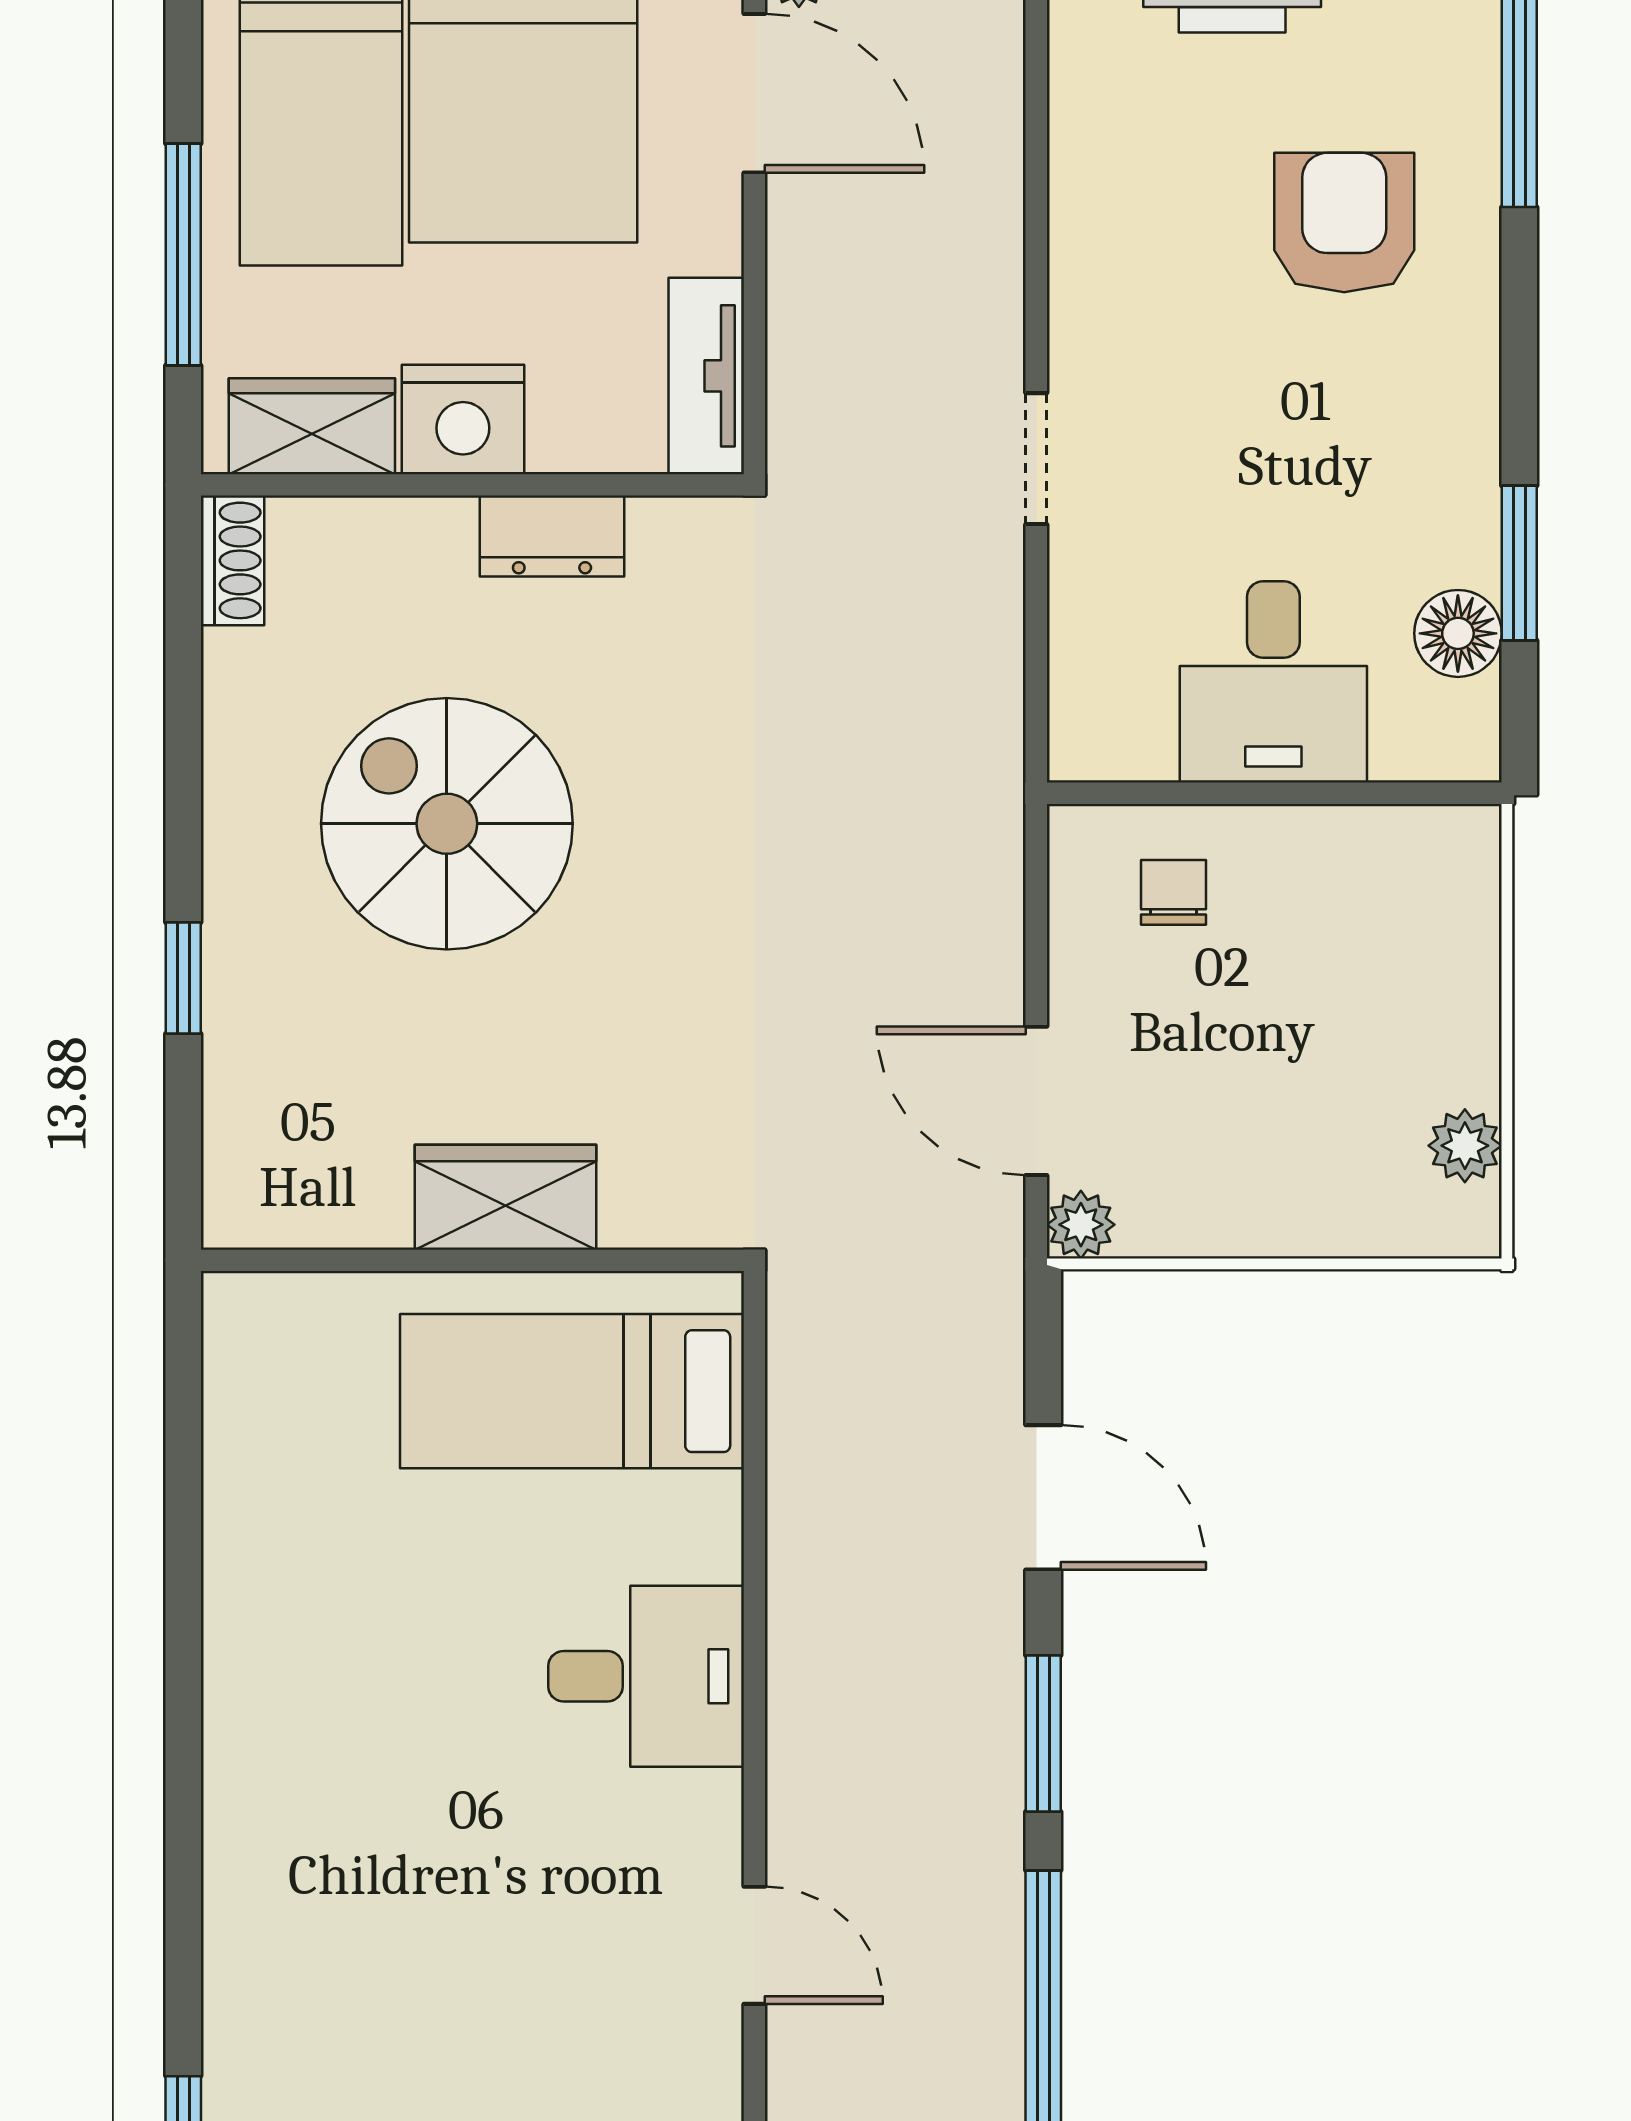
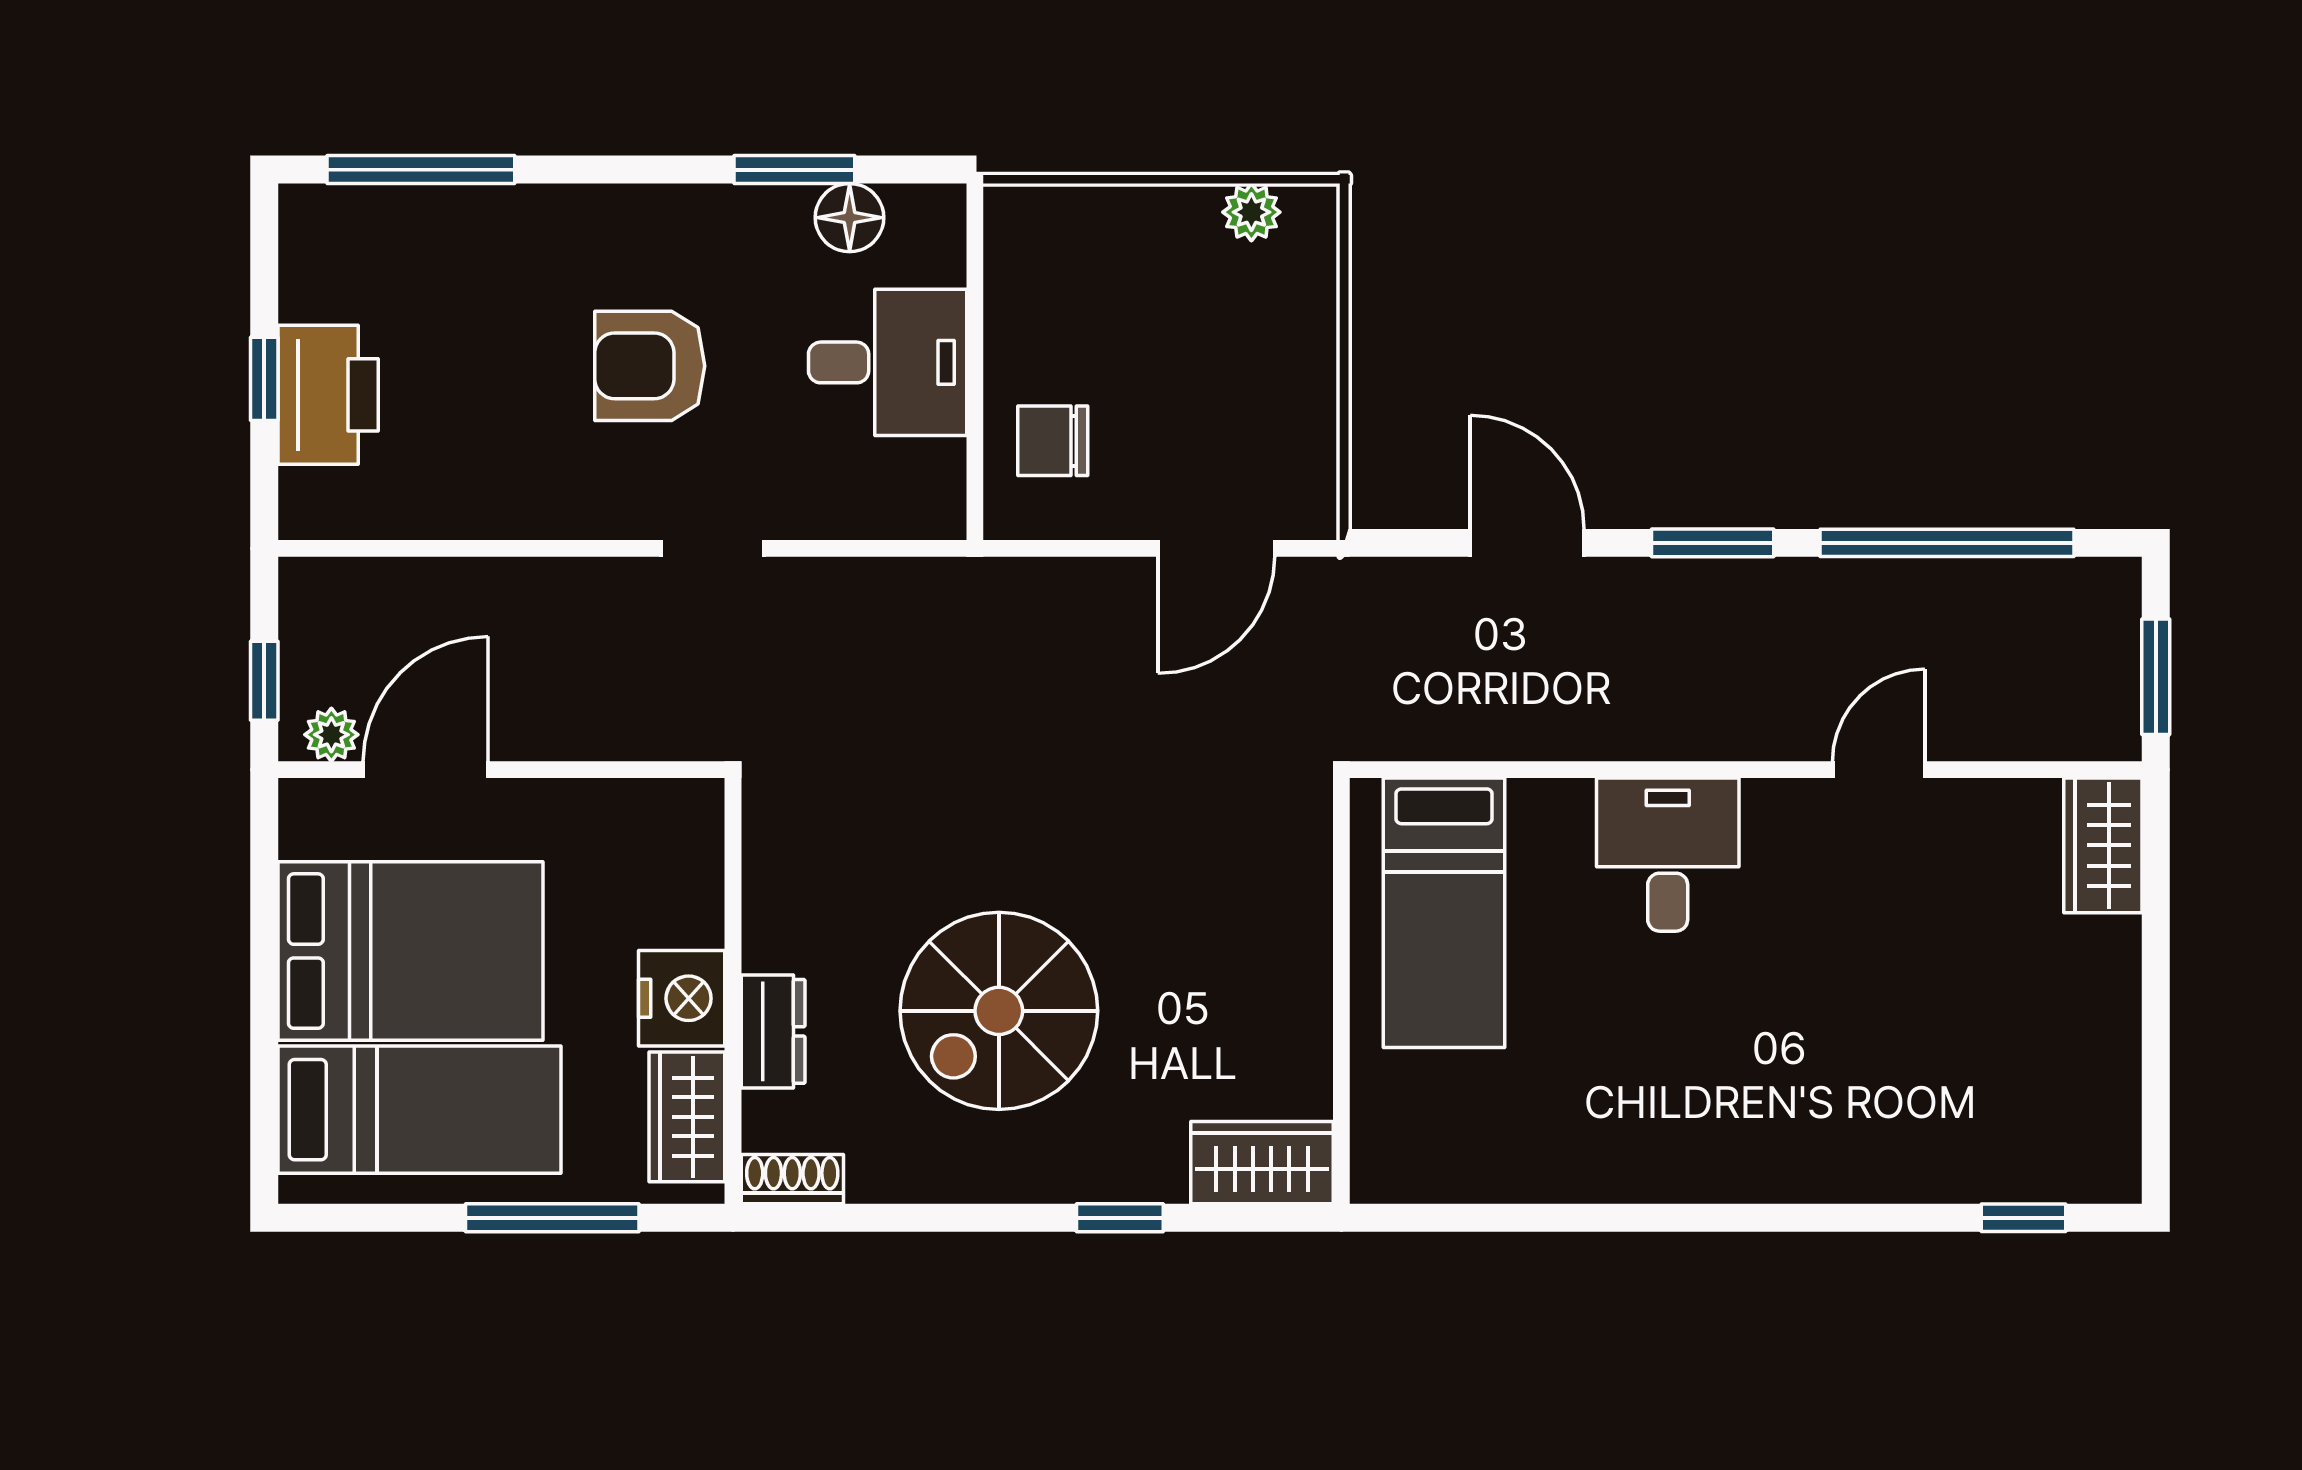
armchair: (1344, 222) -> (650, 366), moved
tv unit: (706, 376) -> (647, 807), removed
dresser: (552, 536) -> (773, 1031), moved
chair: (1173, 892) -> (1053, 441), width x1.37, depth x1.37
wardrobe: (505, 1197) -> (1262, 1163), moved, turned 90
plant: (1081, 1225) -> (1313, 514), removed
door: (1043, 1497) -> (1527, 543), hinge flipped

